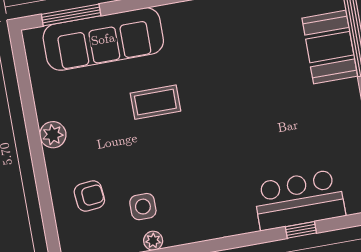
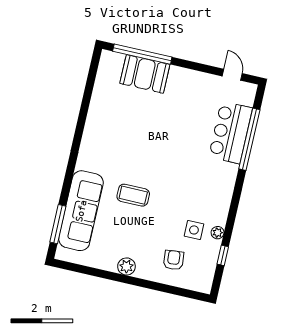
coffee table: (155, 102) -> (133, 195), turned 90
window: (301, 230) -> (249, 139), width x3.17

